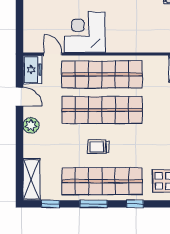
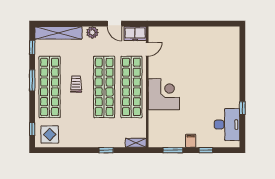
corner desk: (85, 32) -> (164, 94), moved
door: (20, 97) -> (114, 24), hinge flipped
shelving: (31, 179) -> (58, 33), width x1.47
window: (135, 204) -> (32, 129), moved

